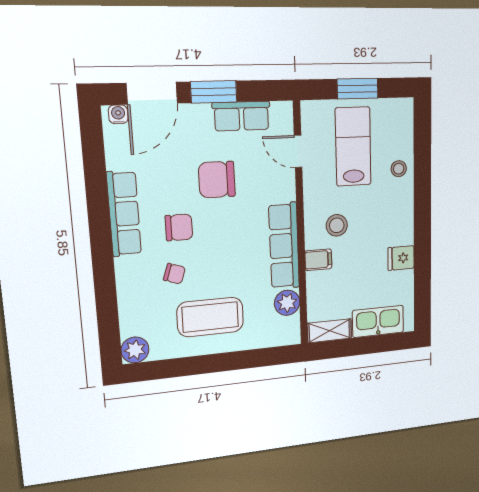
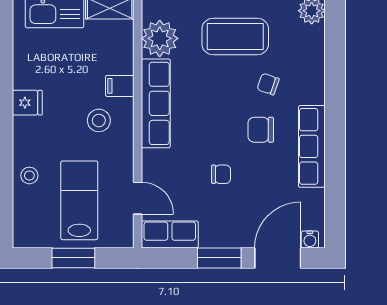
row of seats: (242, 116) -> (170, 234), moved
lab bench: (353, 147) -> (79, 200), turned 180
chair: (217, 180) -> (221, 174), width x0.54, depth x0.54
fridge: (401, 258) -> (27, 103), moved
plant: (287, 303) -> (160, 38), width x1.36, depth x1.36

